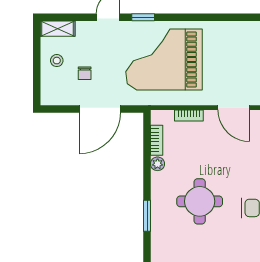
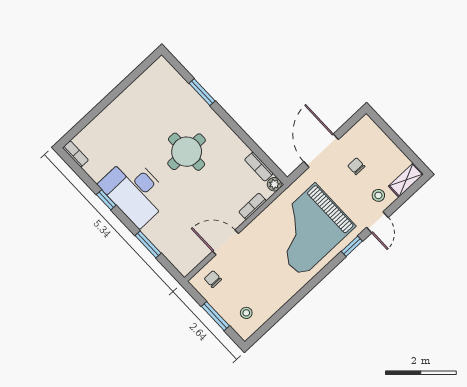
grand piano: (164, 60) -> (308, 230), turned 180
stool: (57, 61) -> (378, 195), moved
plant: (158, 164) -> (274, 184), moved
window: (147, 216) -> (202, 92), moved

